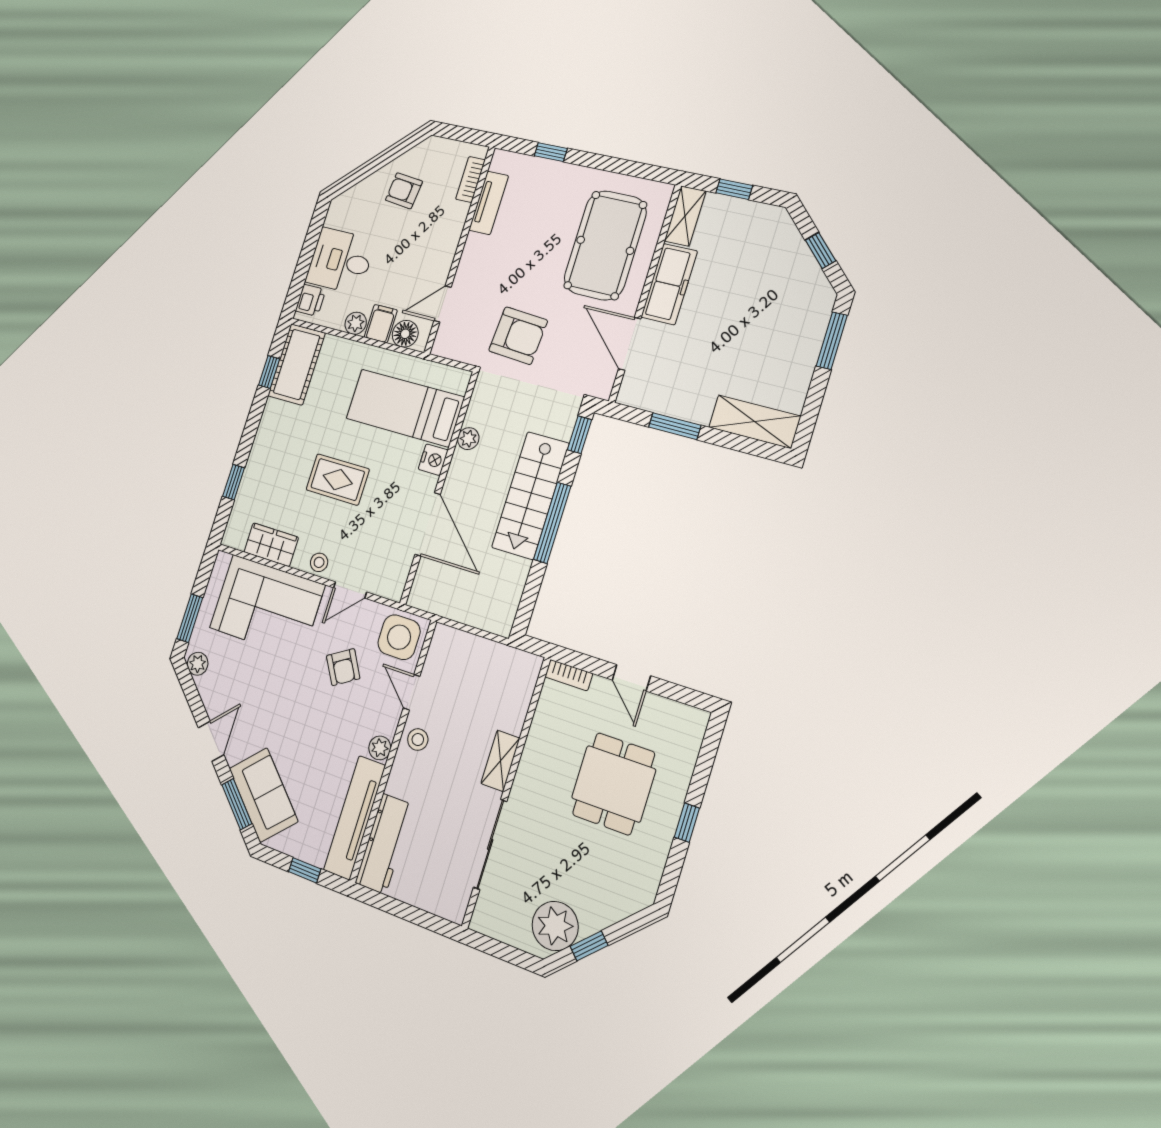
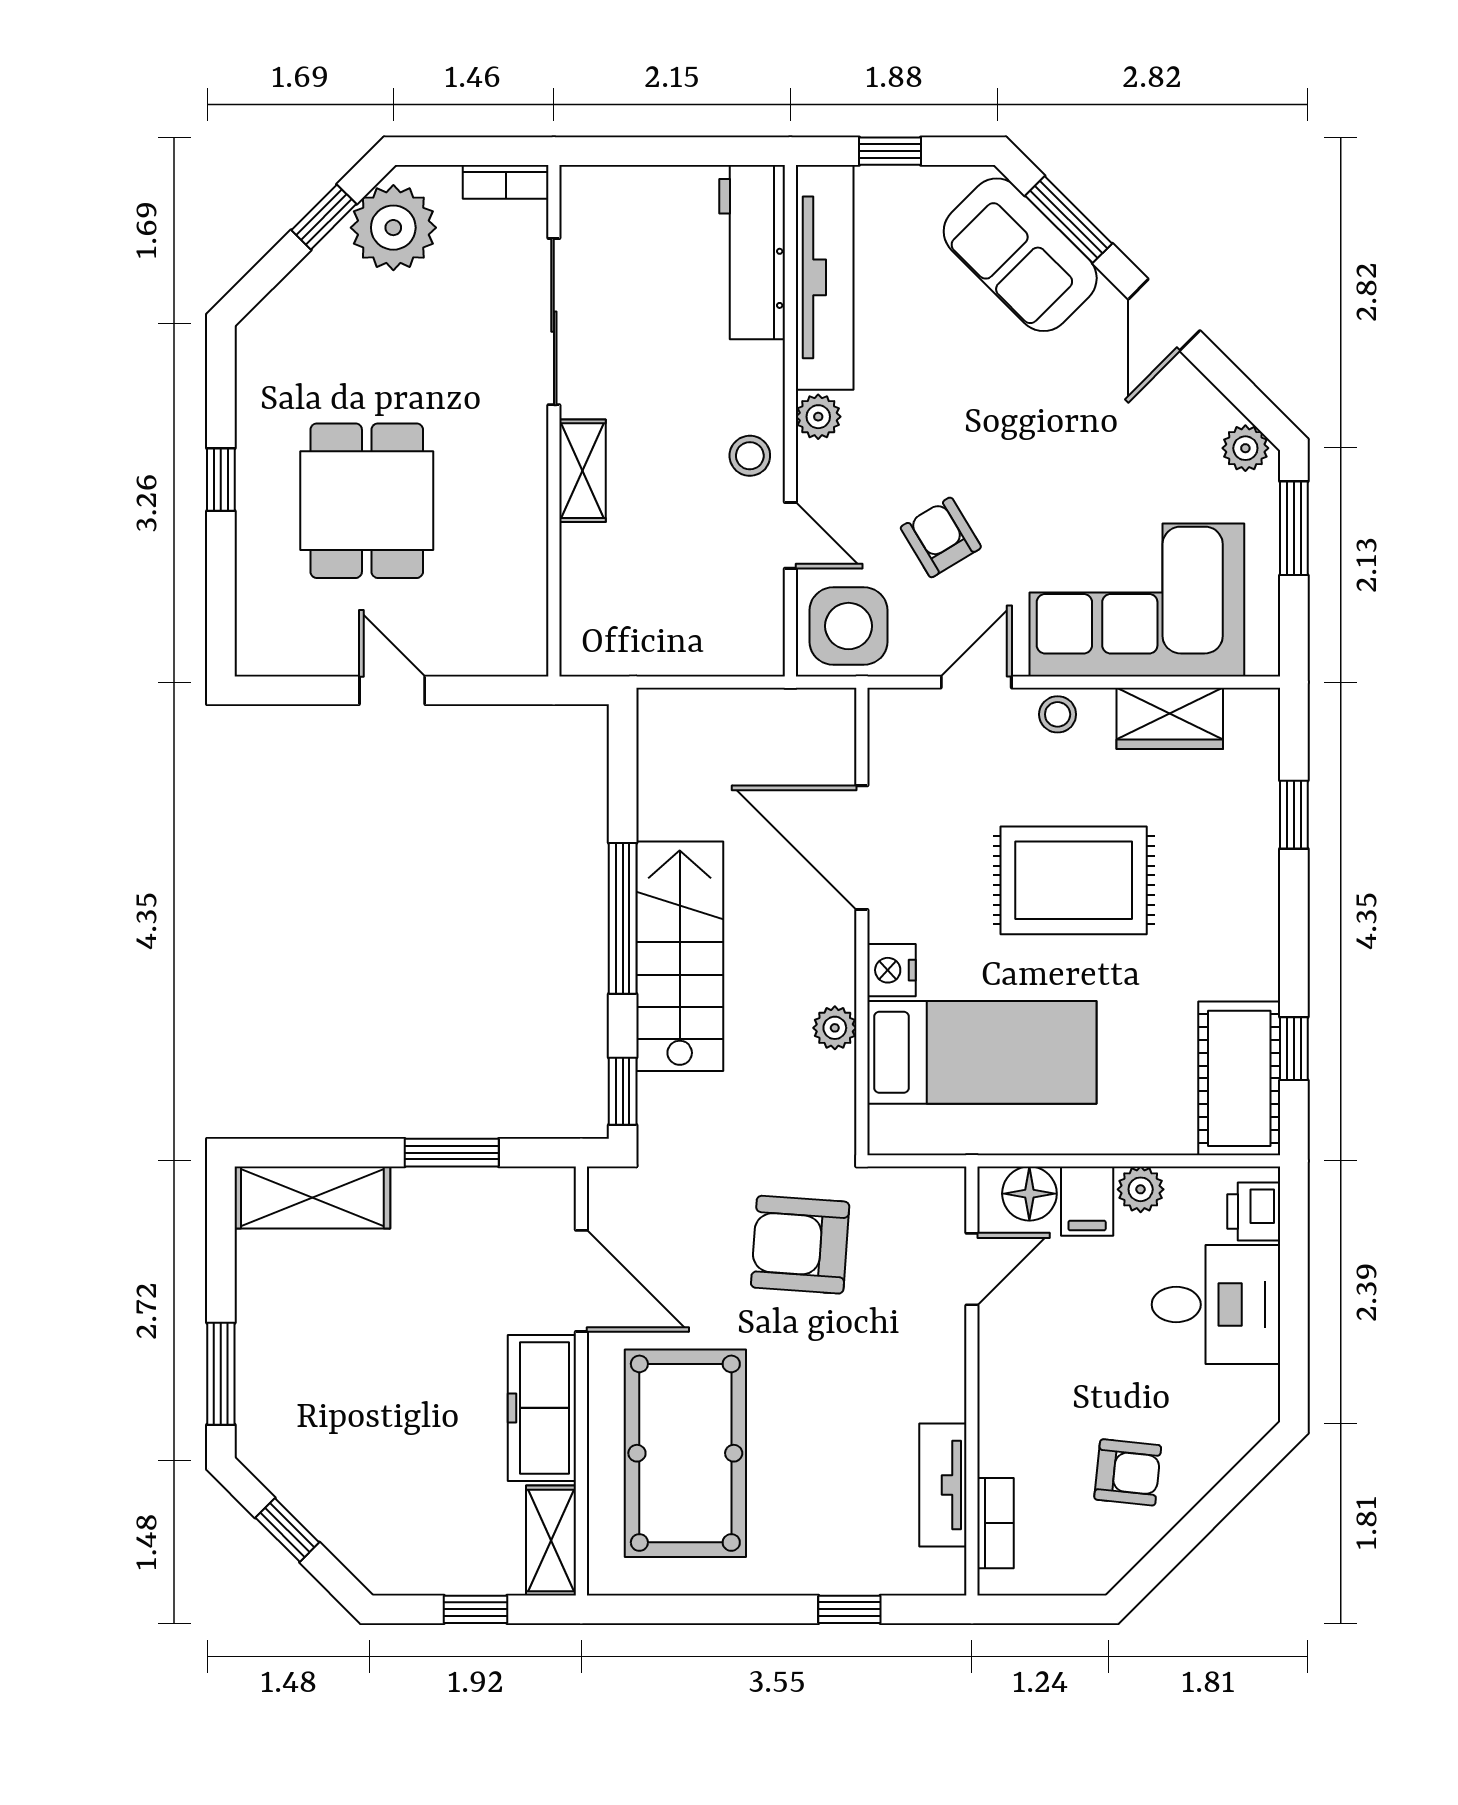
rug: (338, 480) -> (1074, 880), width x1.36, depth x1.43
bookcase: (569, 675) -> (506, 182), moved, turned 180

